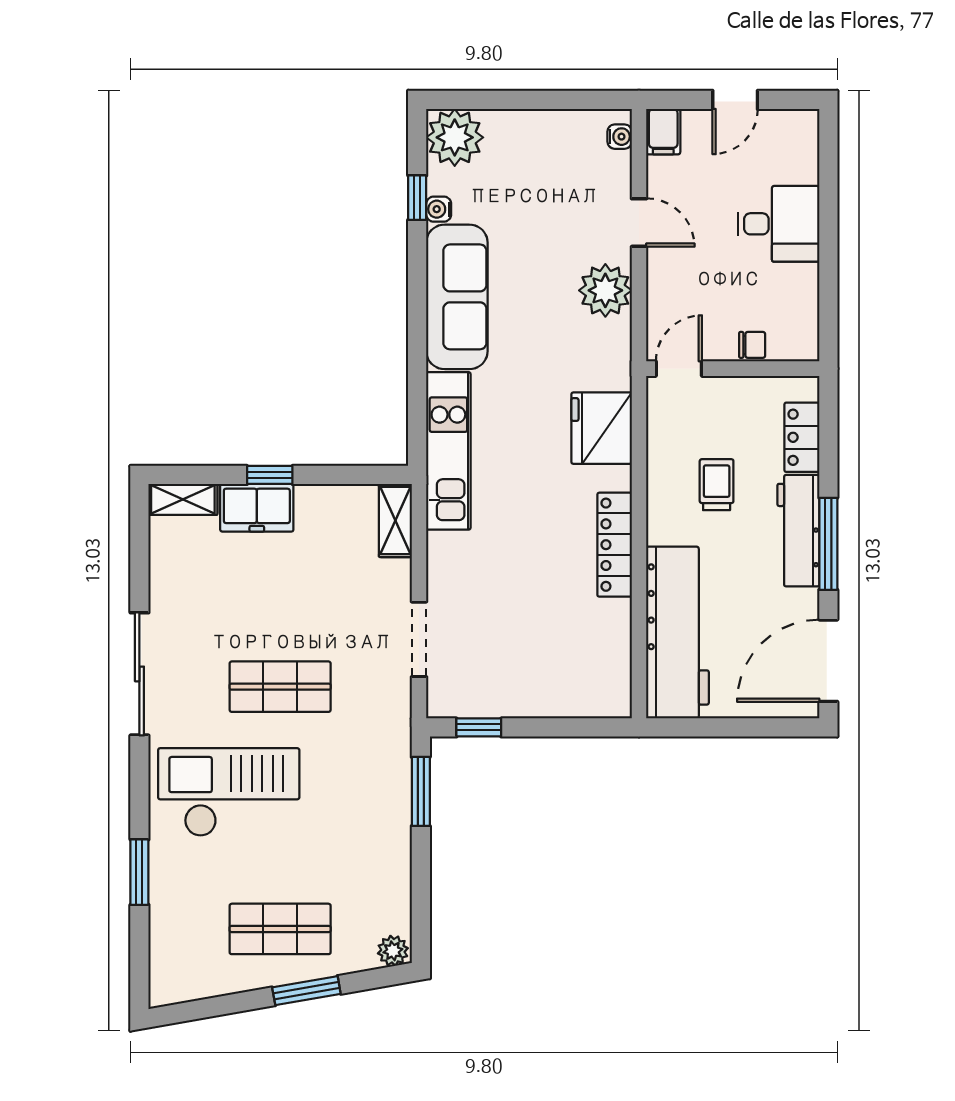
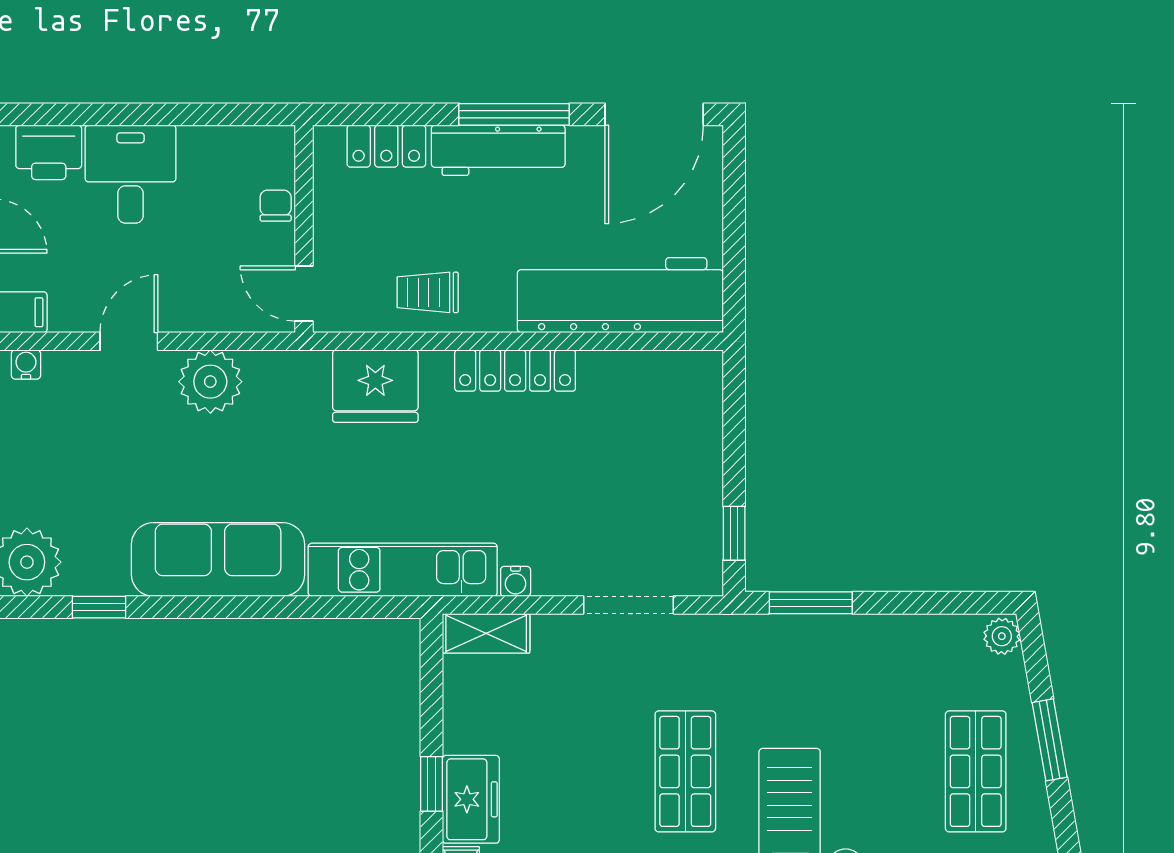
printer: (797, 156) -> (49, 152), added
water cooler: (439, 209) -> (516, 581), moved
trolley: (717, 485) -> (428, 292), moved
door: (828, 661) -> (654, 114), hinge flipped

